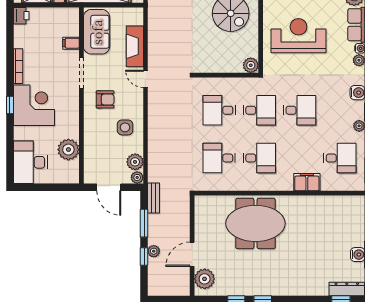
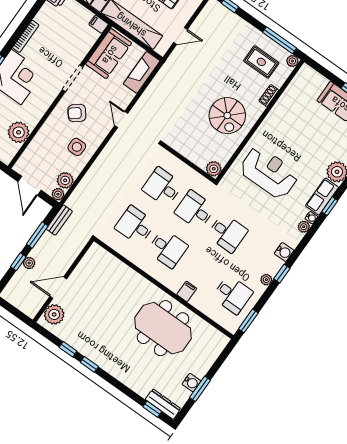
filing cabinet: (71, 43) -> (99, 24), moved
fireplace: (135, 46) -> (142, 72), moved
armchair: (105, 99) -> (77, 113), turned 141
desk: (259, 110) -> (195, 210), turned 180
filing cabinet: (307, 182) -> (187, 291), width x0.50
meeting table: (255, 223) -> (163, 328), moved

